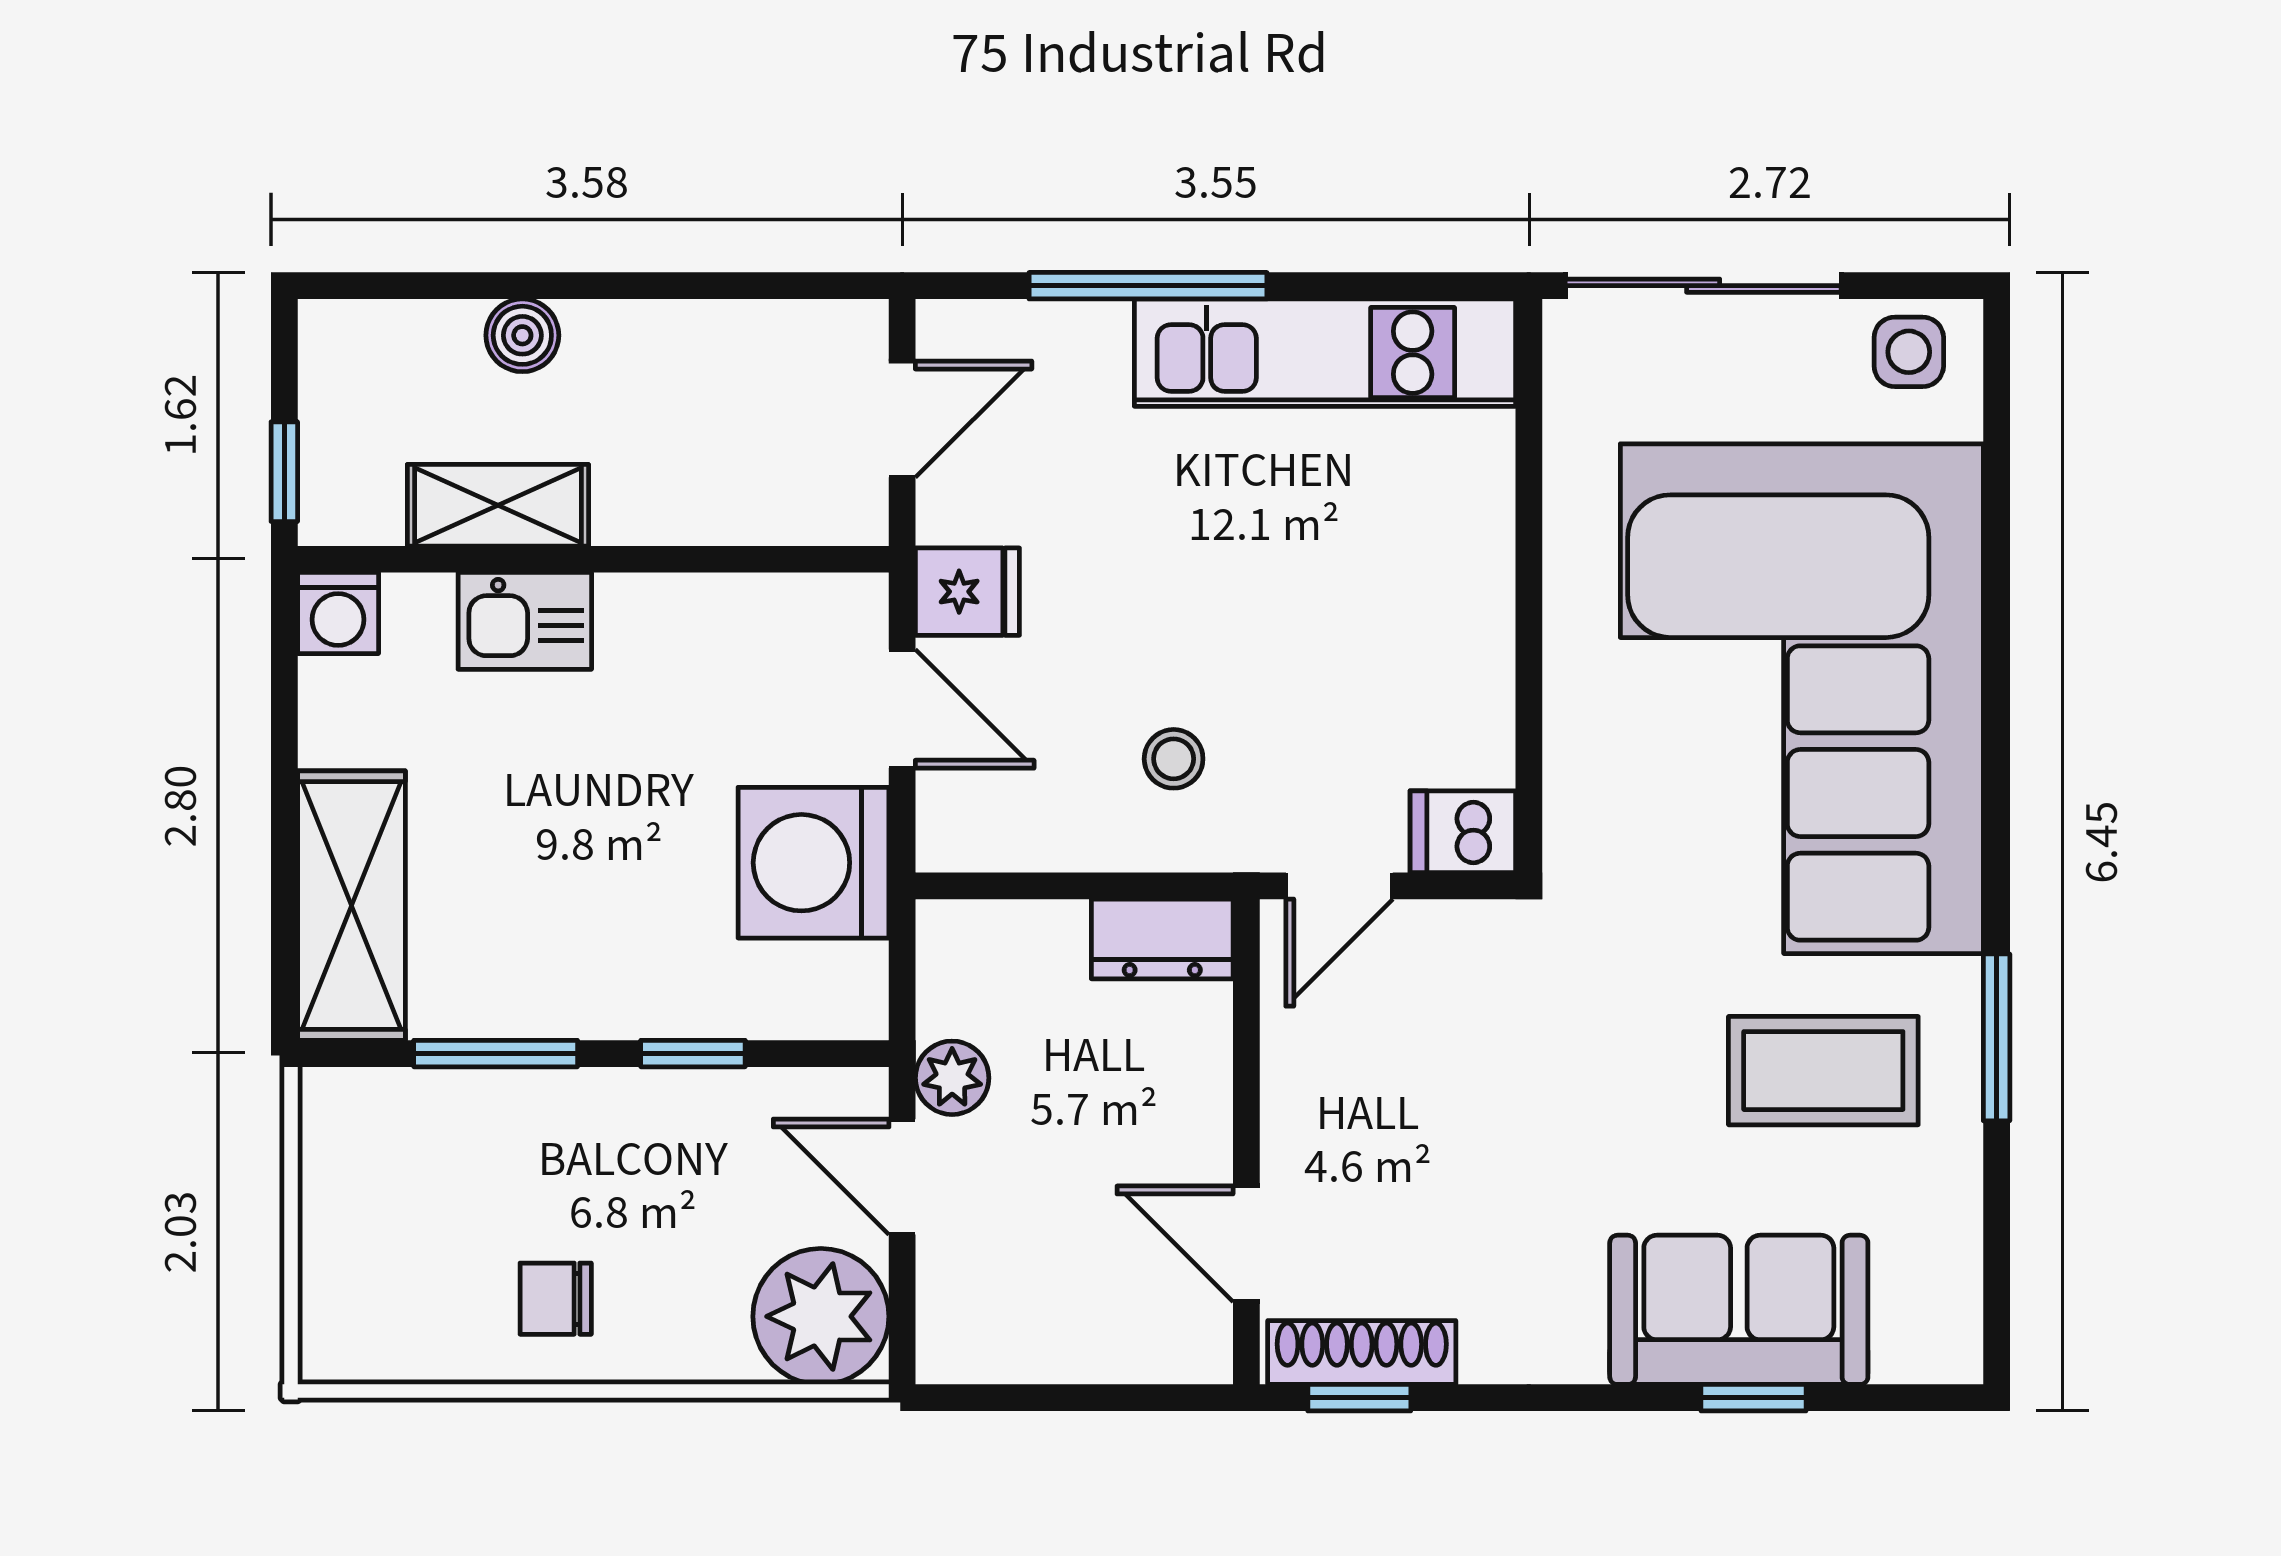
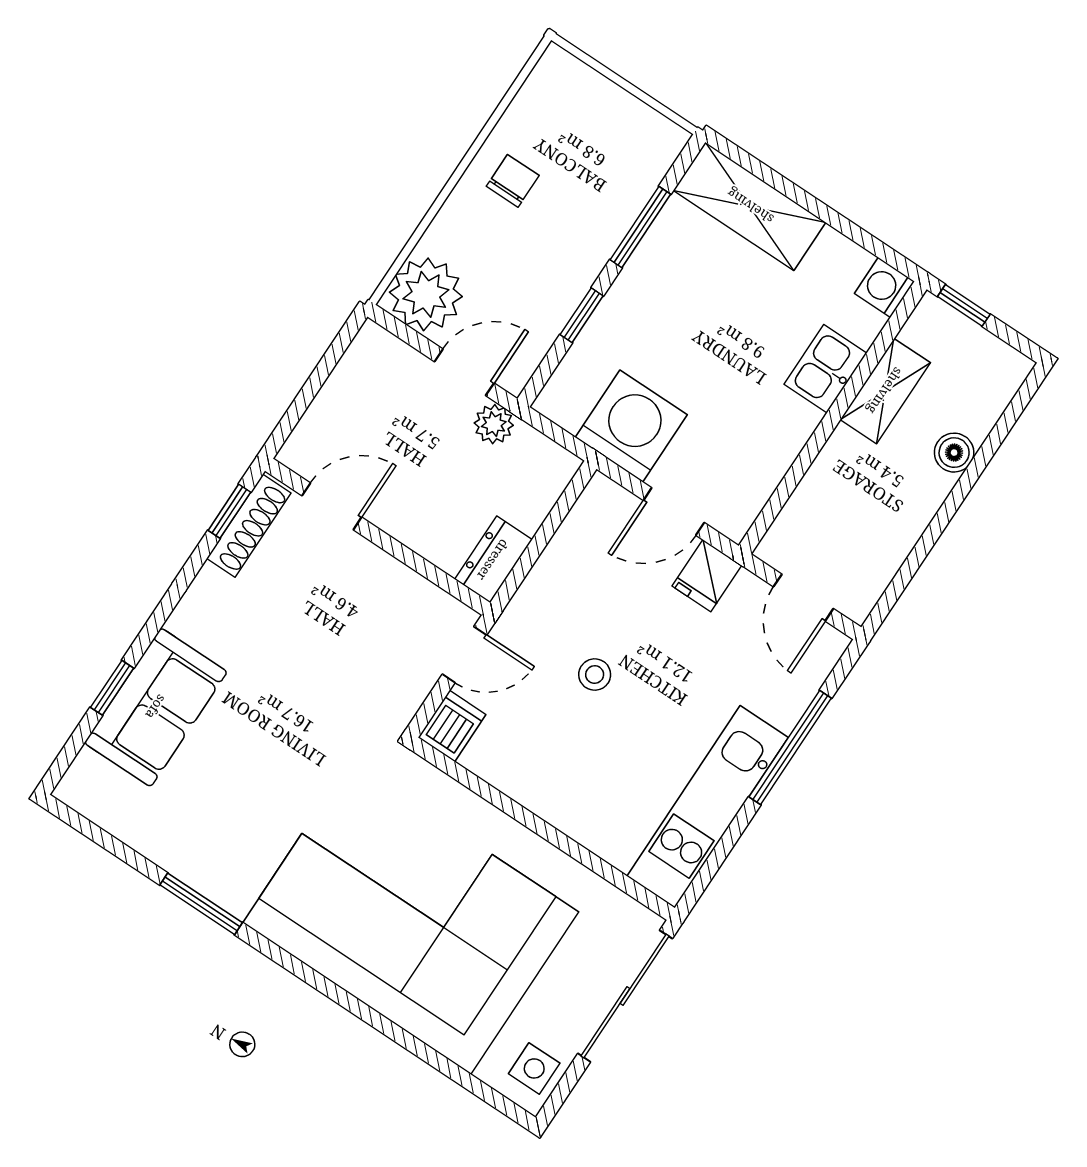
stool: (1174, 759) -> (595, 675), moved
door: (1339, 886) -> (464, 655), swing flipped
coffee table: (1823, 1071) -> (238, 816), removed

